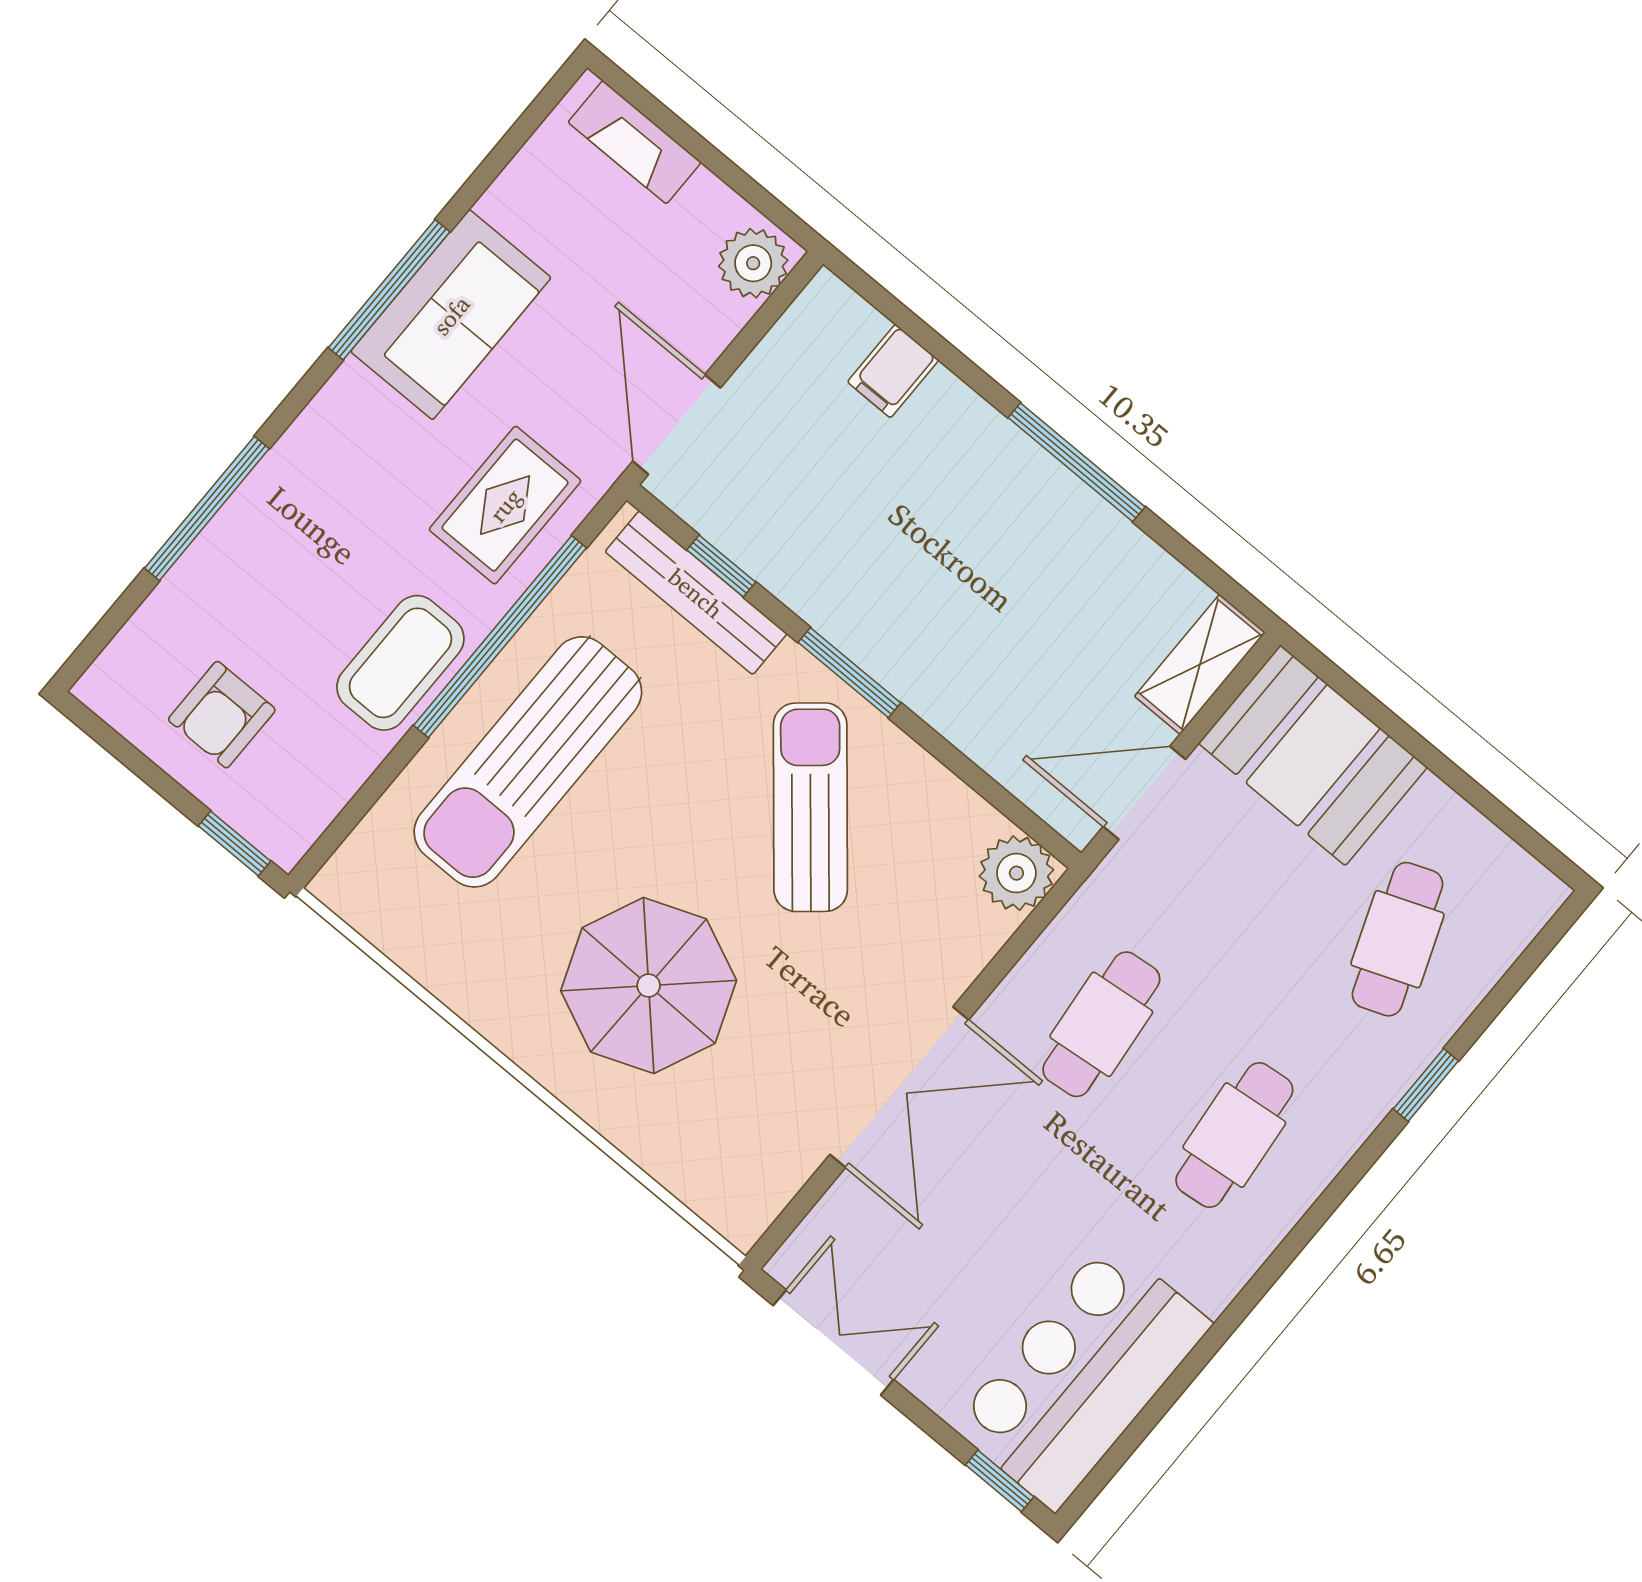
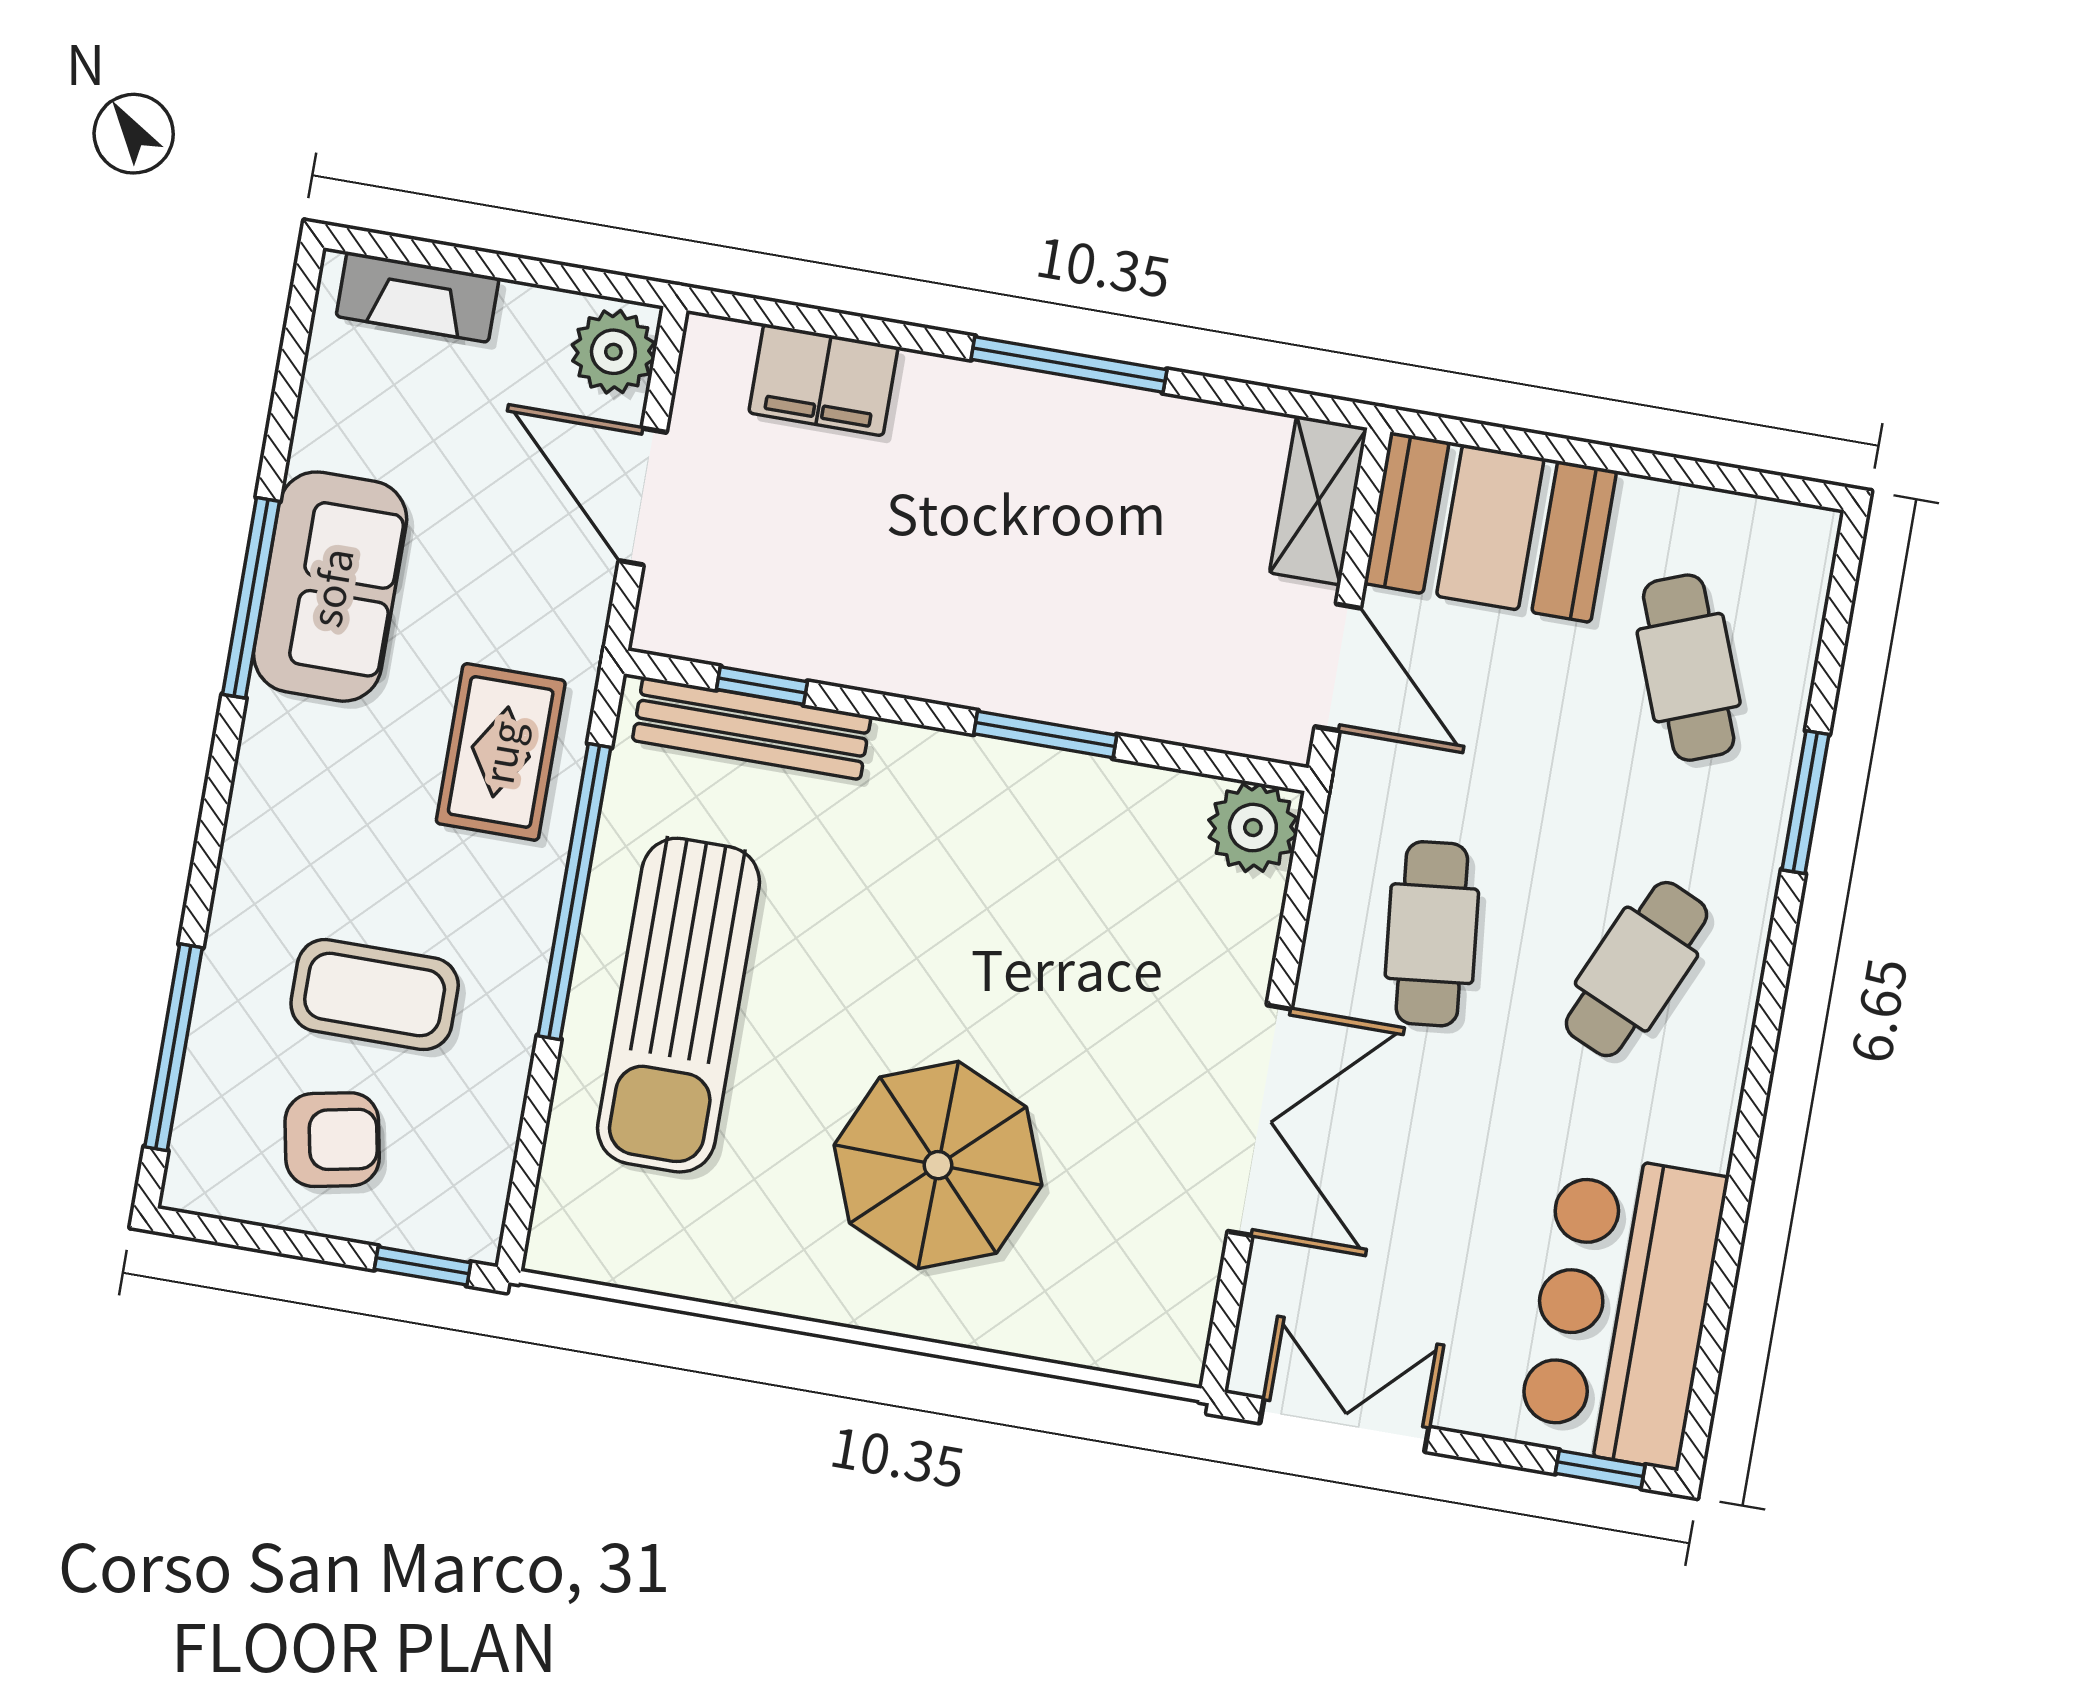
filing cabinet: (893, 371) -> (823, 380), width x2.00
door: (677, 425) -> (643, 497), moved
window: (207, 508) -> (173, 1047), moved
coffee table: (400, 663) -> (375, 995), moved, turned 90
window: (849, 673) -> (1045, 734), moved
armchair: (222, 715) -> (332, 1140), turned -101
door: (1144, 793) -> (1338, 667), swing flipped
sun lounger: (810, 807) -> (999, 883), removed
window: (1426, 1085) -> (1805, 802), width x1.50
cafe table: (1234, 1135) -> (1637, 969), turned 30

